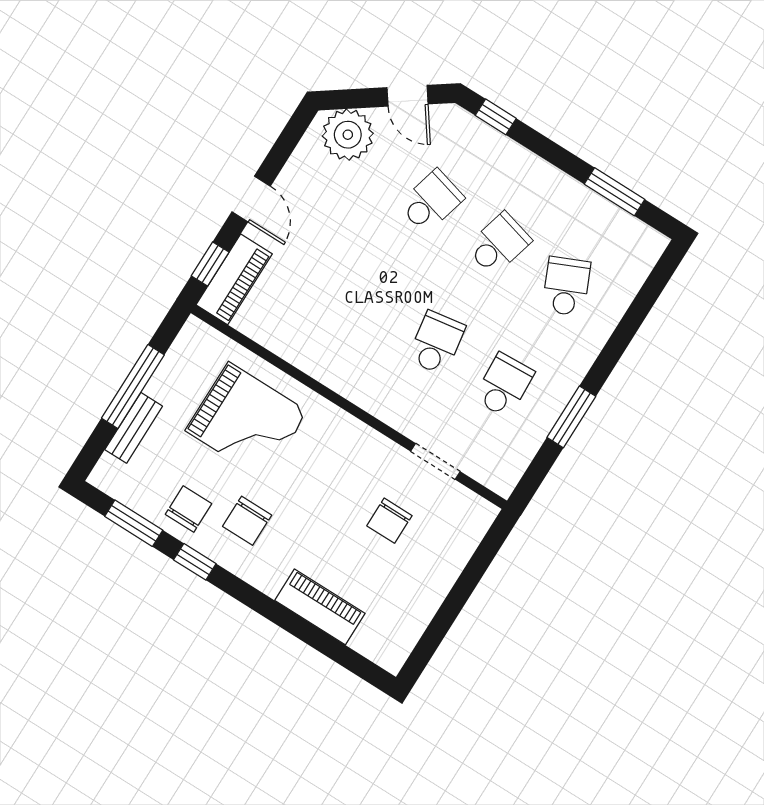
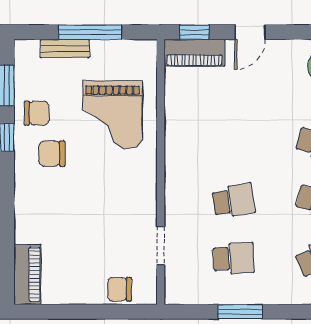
chair: (389, 521) -> (119, 289), moved
piano: (320, 607) -> (27, 274), moved

